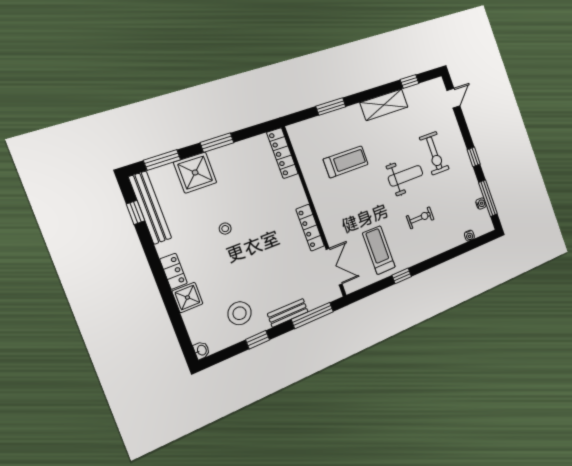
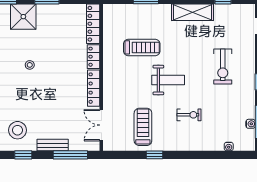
weight bench: (406, 176) -> (168, 80), moved
locker: (297, 191) -> (94, 57), added
double door: (334, 267) -> (101, 125), swing flipped

